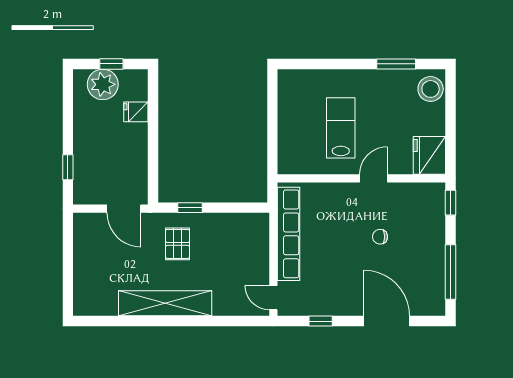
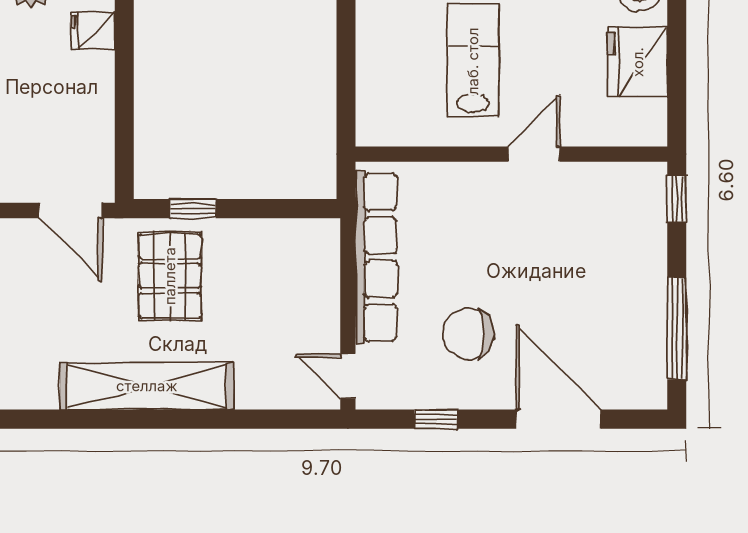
fridge: (429, 155) -> (638, 62), moved
chair: (380, 237) -> (468, 334), moved, width x1.87, depth x1.87
pallet: (178, 244) -> (170, 276), width x1.50, depth x1.42

